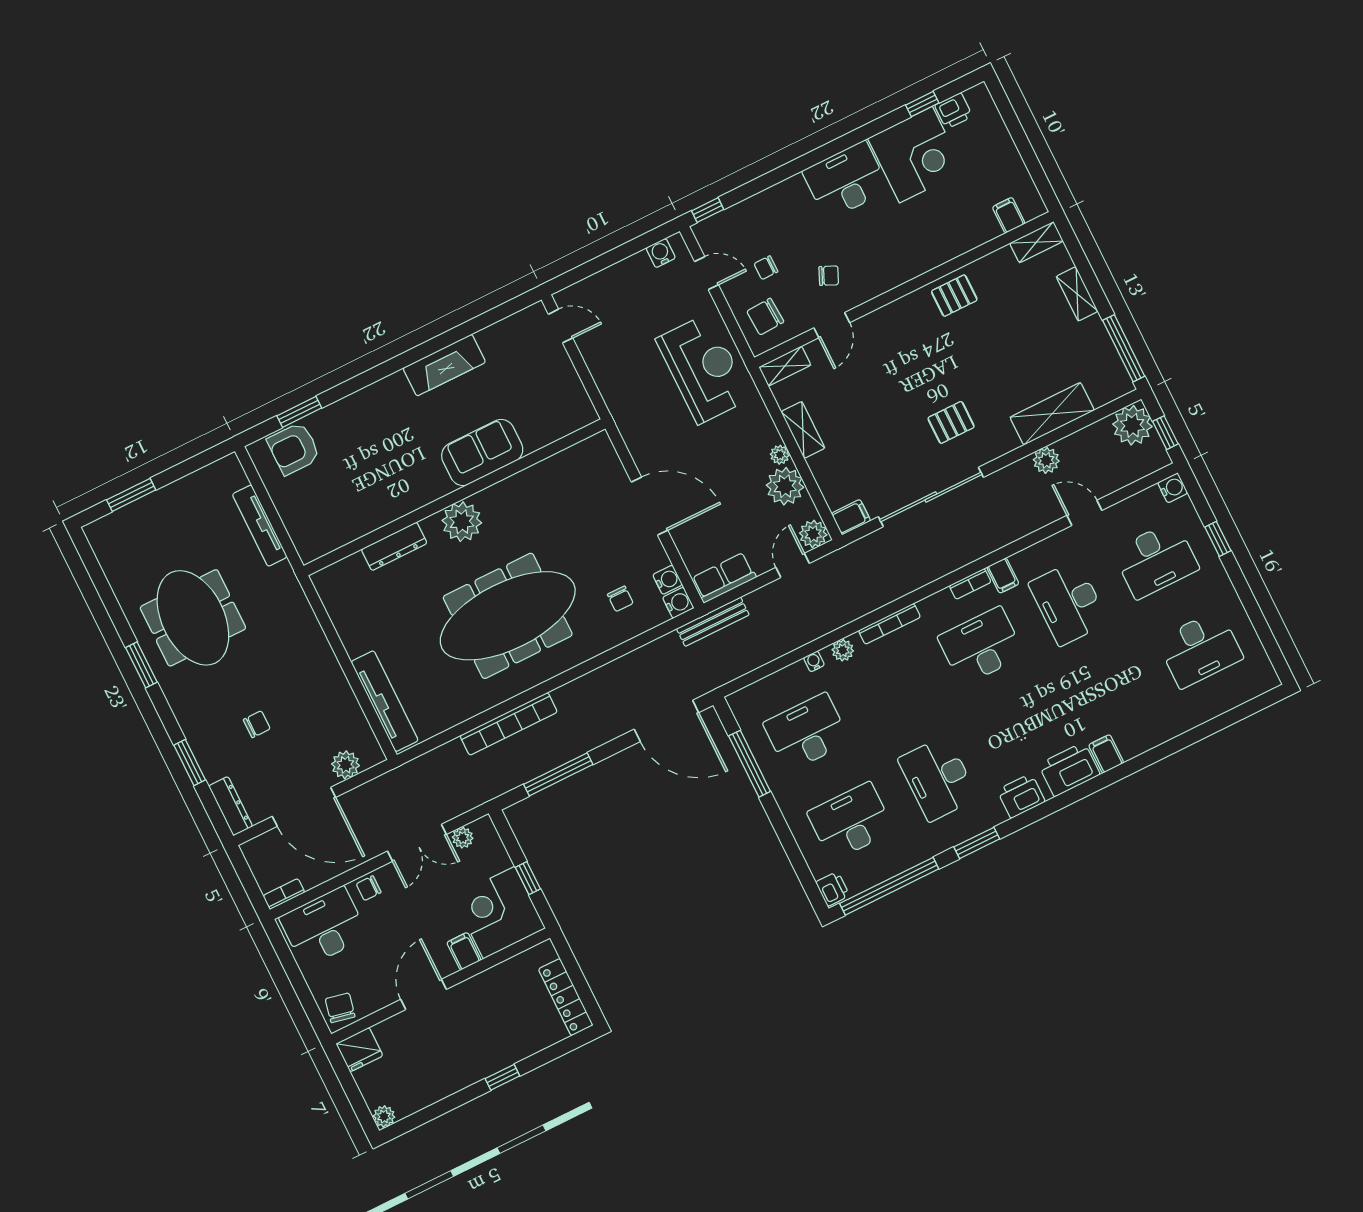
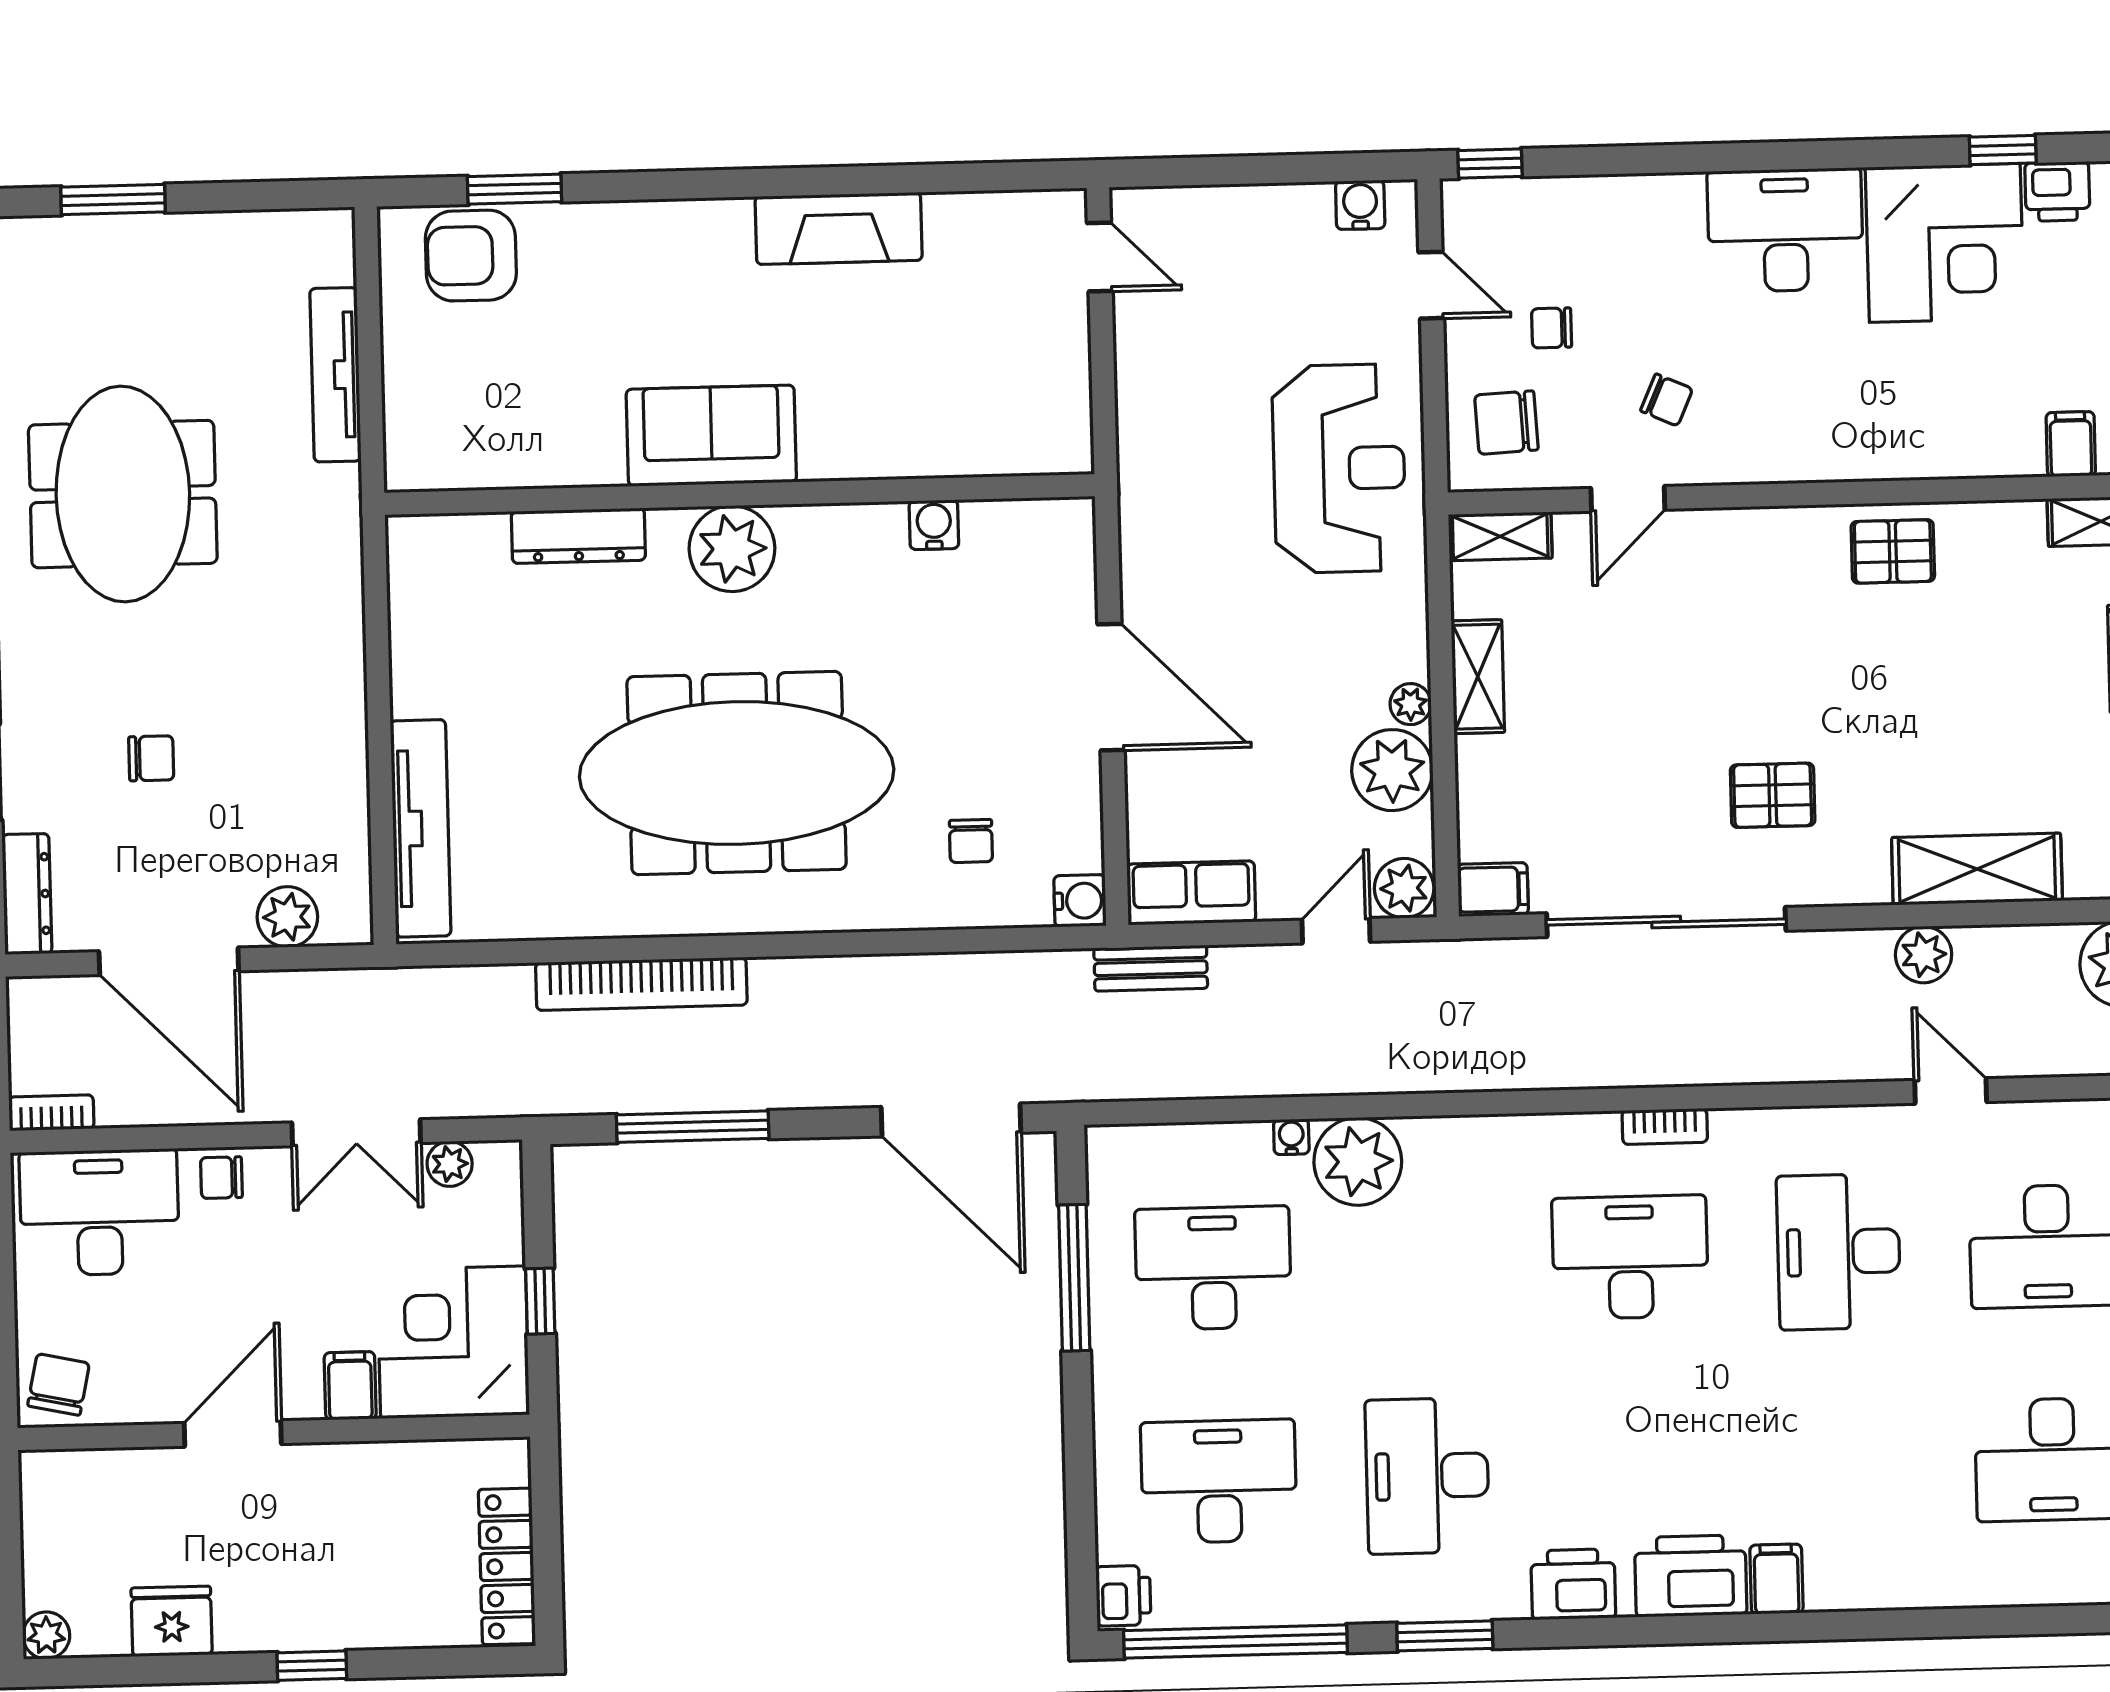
sofa: (482, 453) -> (711, 436), moved
filing cabinet: (1003, 575) -> (1736, 1139), removed
water cooler: (668, 580) -> (934, 525), moved, turned -90
bench: (713, 622) -> (1151, 968), width x0.73
bookcase: (889, 624) -> (1472, 1132), removed
plant: (843, 650) -> (1358, 1161), width x1.88, depth x1.88
fridge: (359, 1050) -> (172, 1621), moved, turned 180

